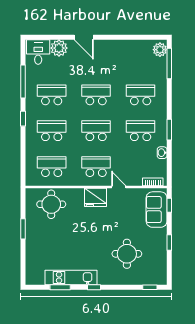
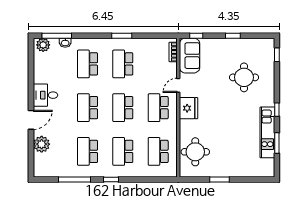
desk: (38, 52) -> (45, 95), moved
washbasin: (162, 153) -> (65, 43), moved
sofa: (157, 210) -> (190, 56), moved, turned -90

